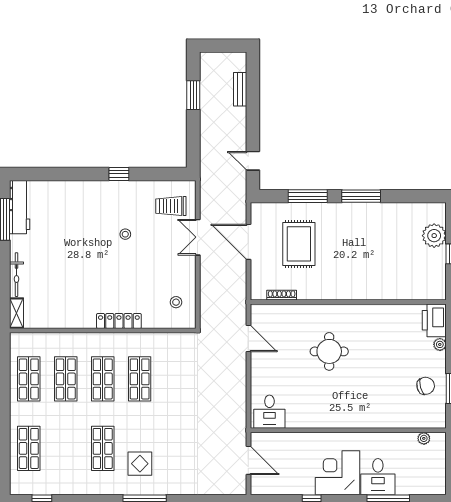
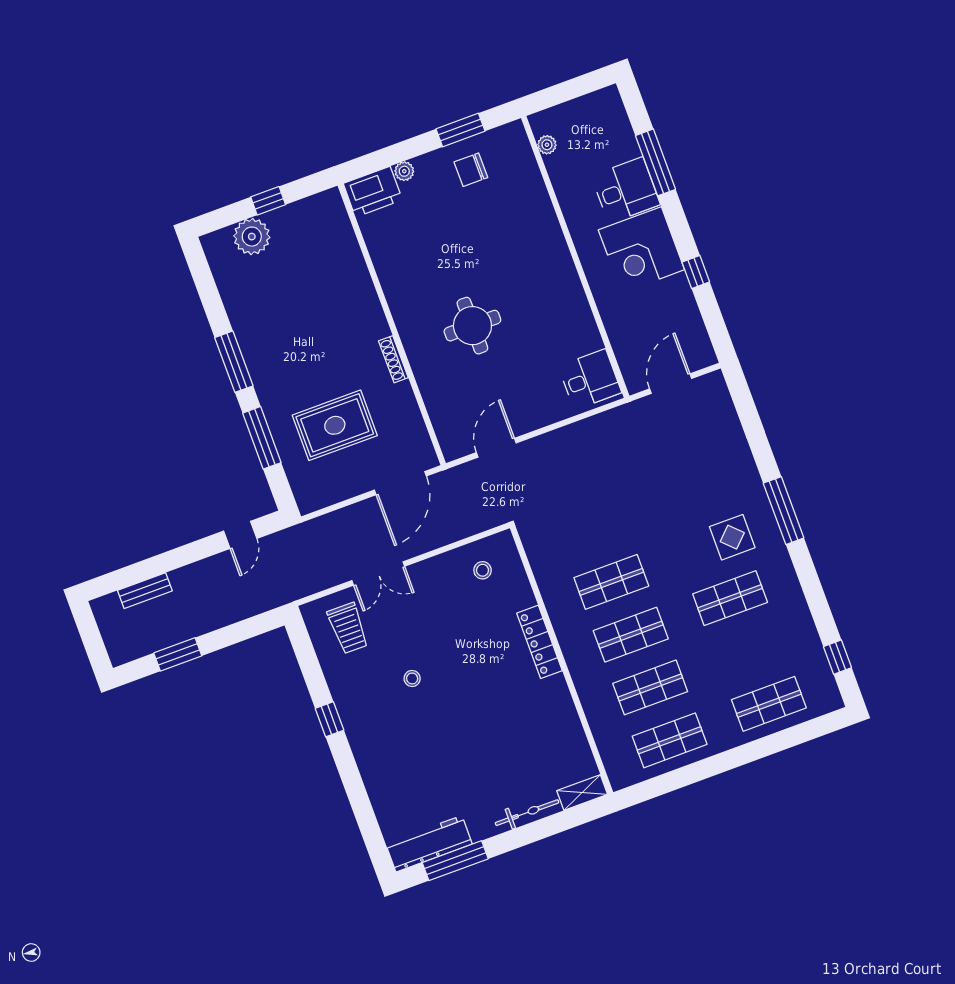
door: (248, 242) -> (400, 483), moved
shoe rack: (282, 295) -> (393, 359), moved
chair: (426, 386) -> (471, 170), turned -75

